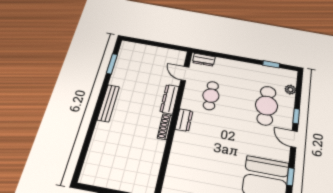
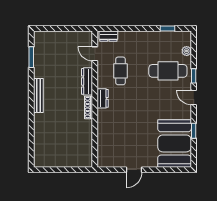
cafe table: (266, 106) -> (168, 71), turned 90

